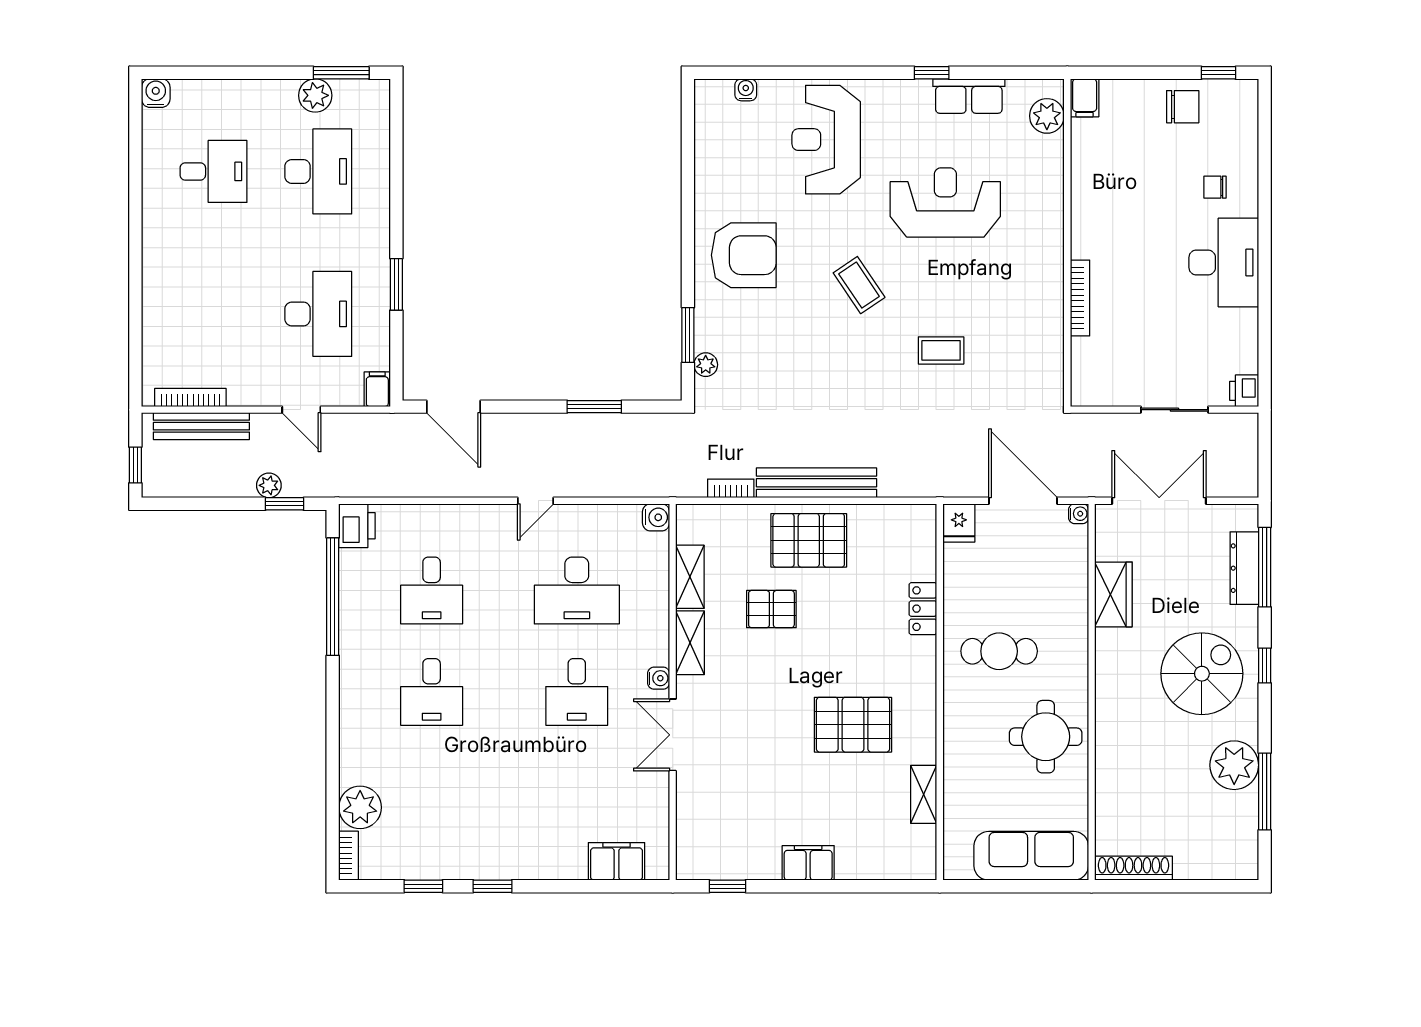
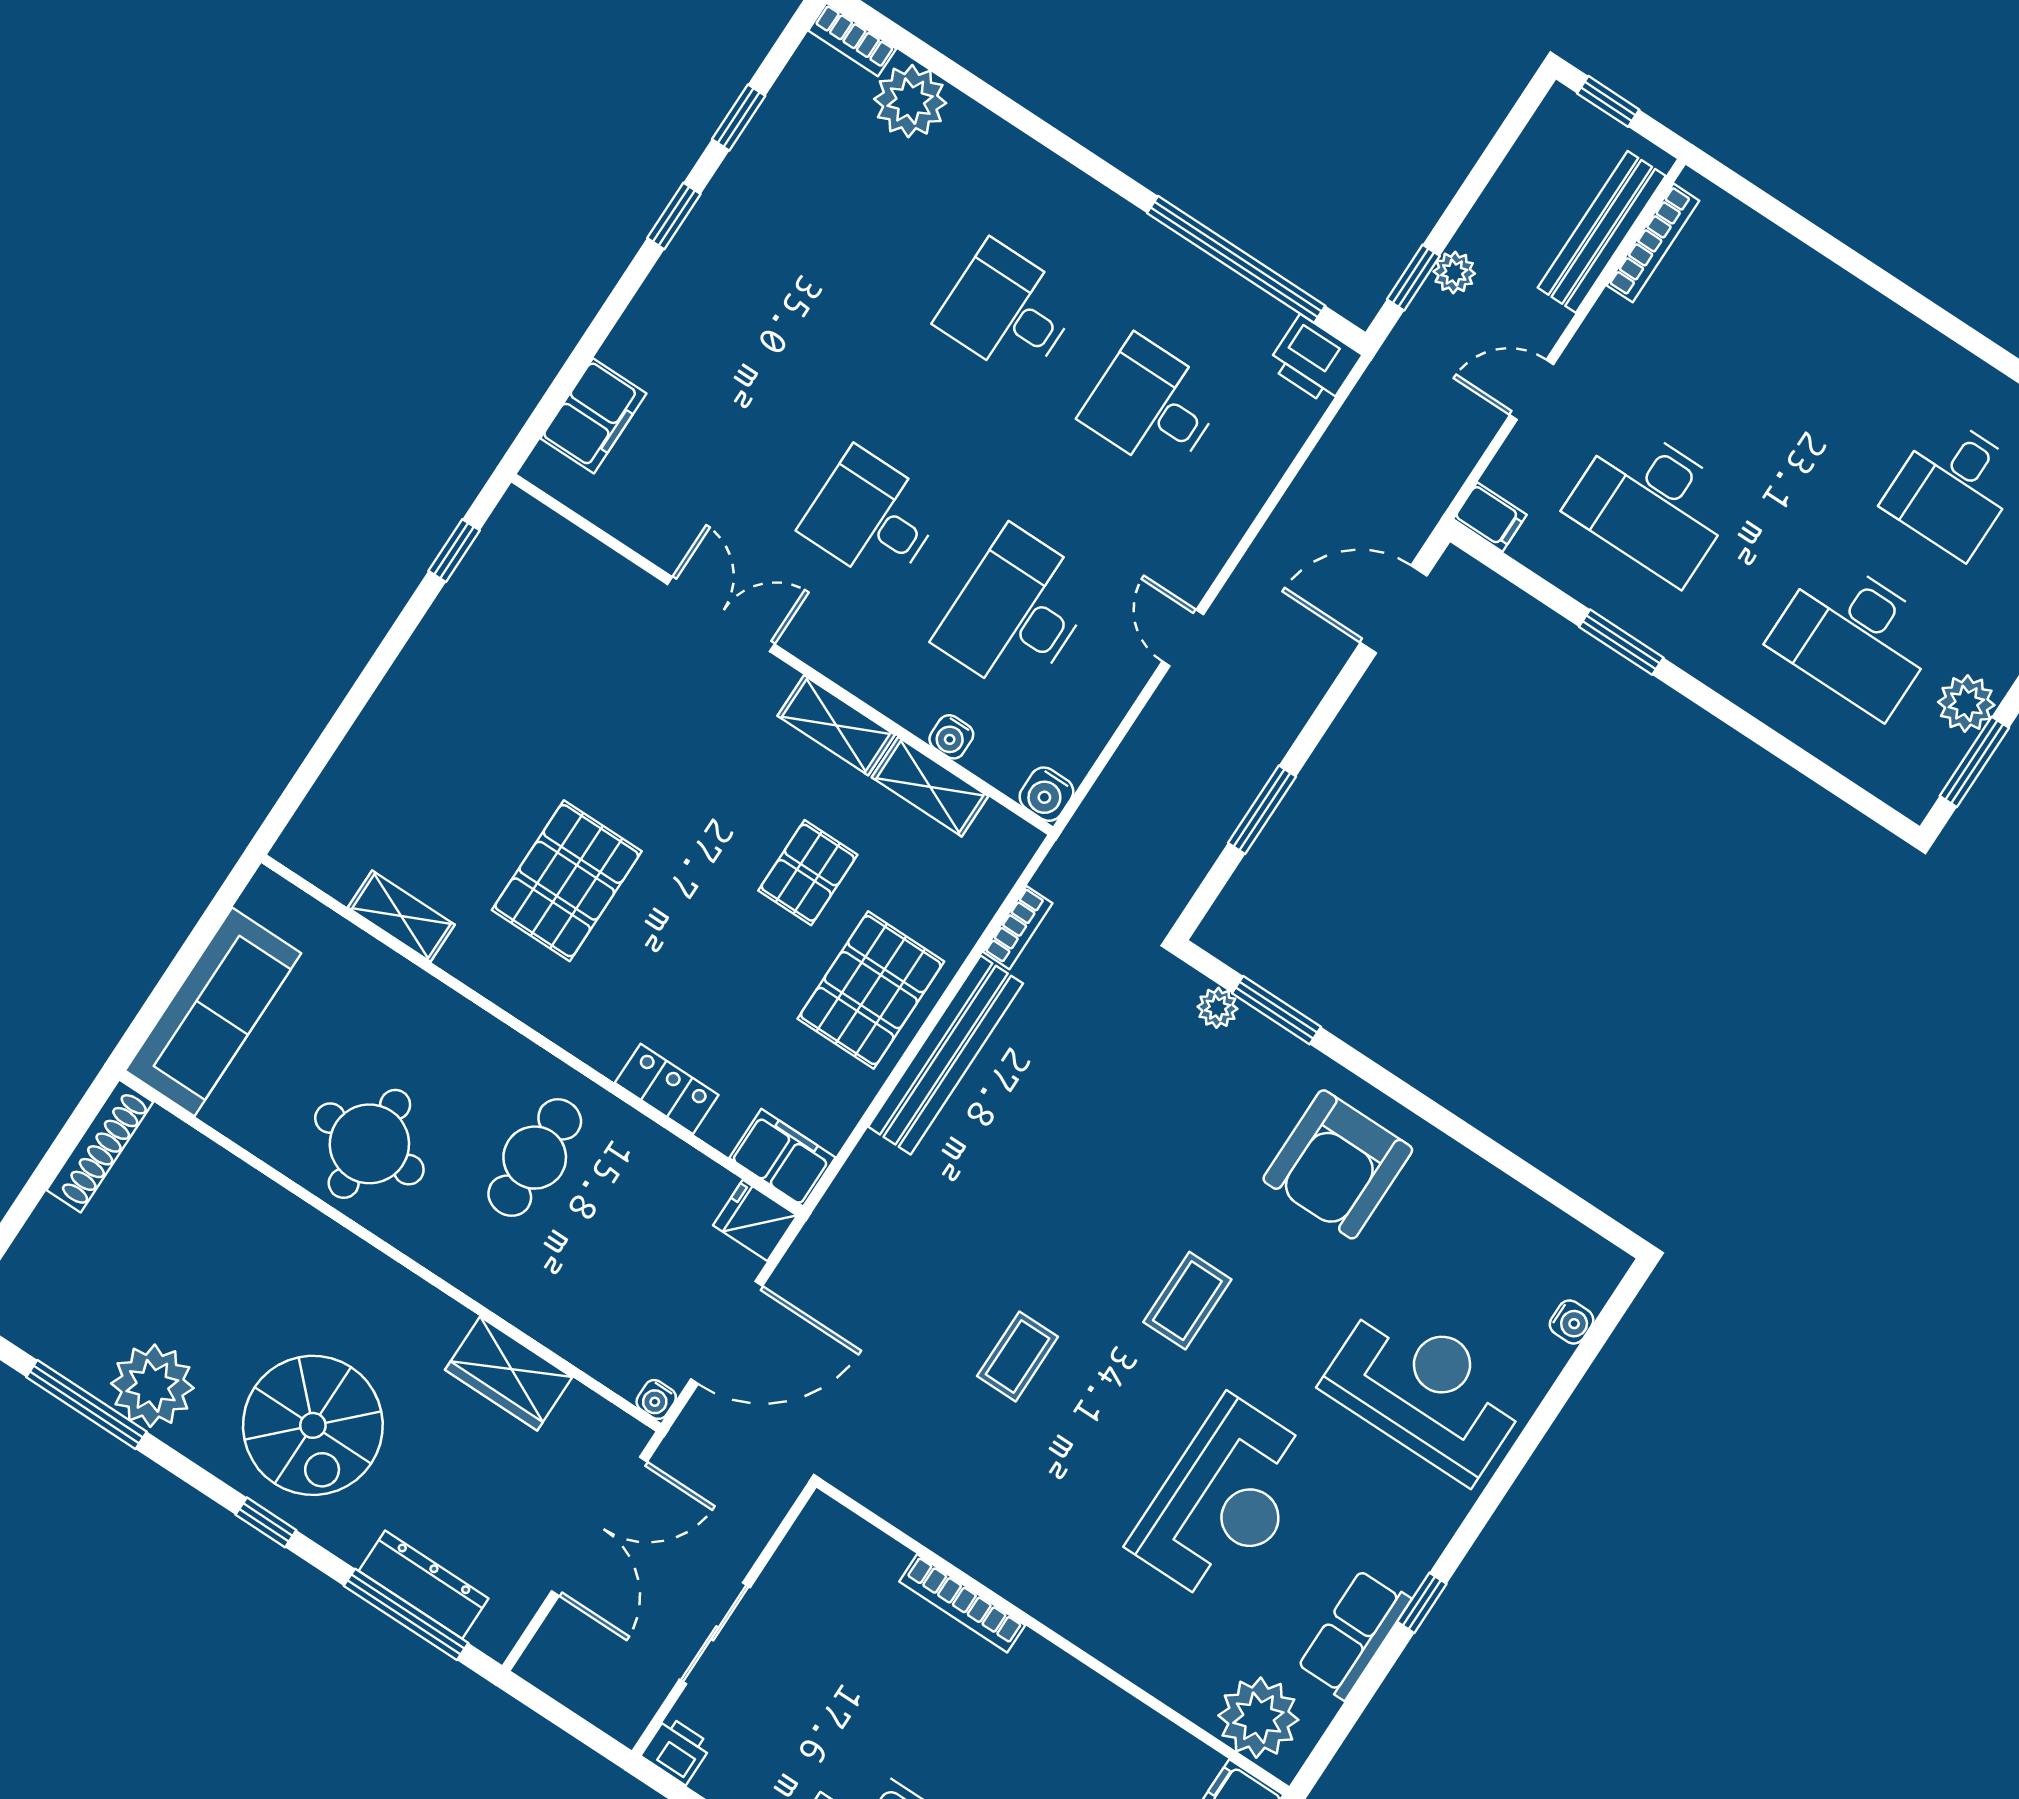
plant: (1047, 116) -> (1258, 1718), width x1.36, depth x1.36
coffee table: (859, 285) -> (1187, 1301), turned -56
water cooler: (659, 678) -> (951, 737), moved
filing cabinet: (808, 863) -> (782, 1158), moved, turned -90

